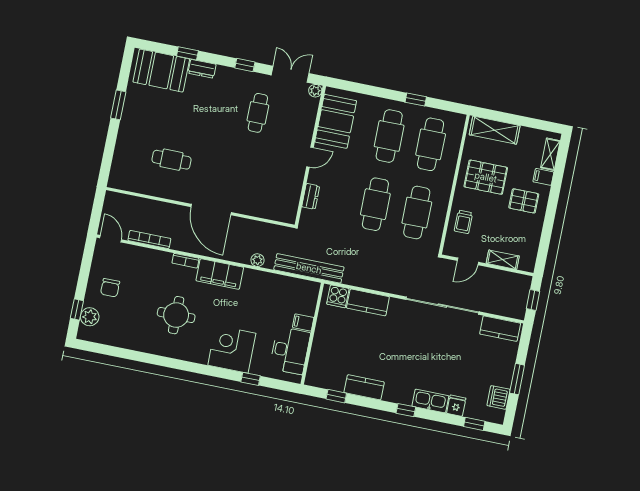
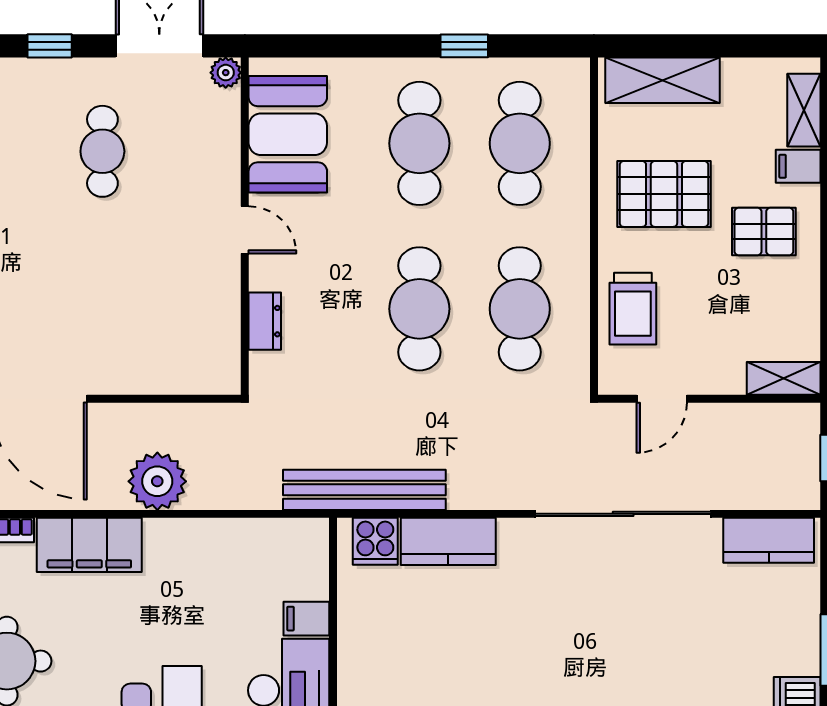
door: (310, 157) -> (245, 230), hinge flipped
trolley: (463, 222) -> (633, 309), width x1.36, depth x1.39
plant: (257, 260) -> (157, 481), width x1.88, depth x1.88
shelving: (503, 260) -> (784, 378), moved
bench: (309, 268) -> (364, 490), moved

